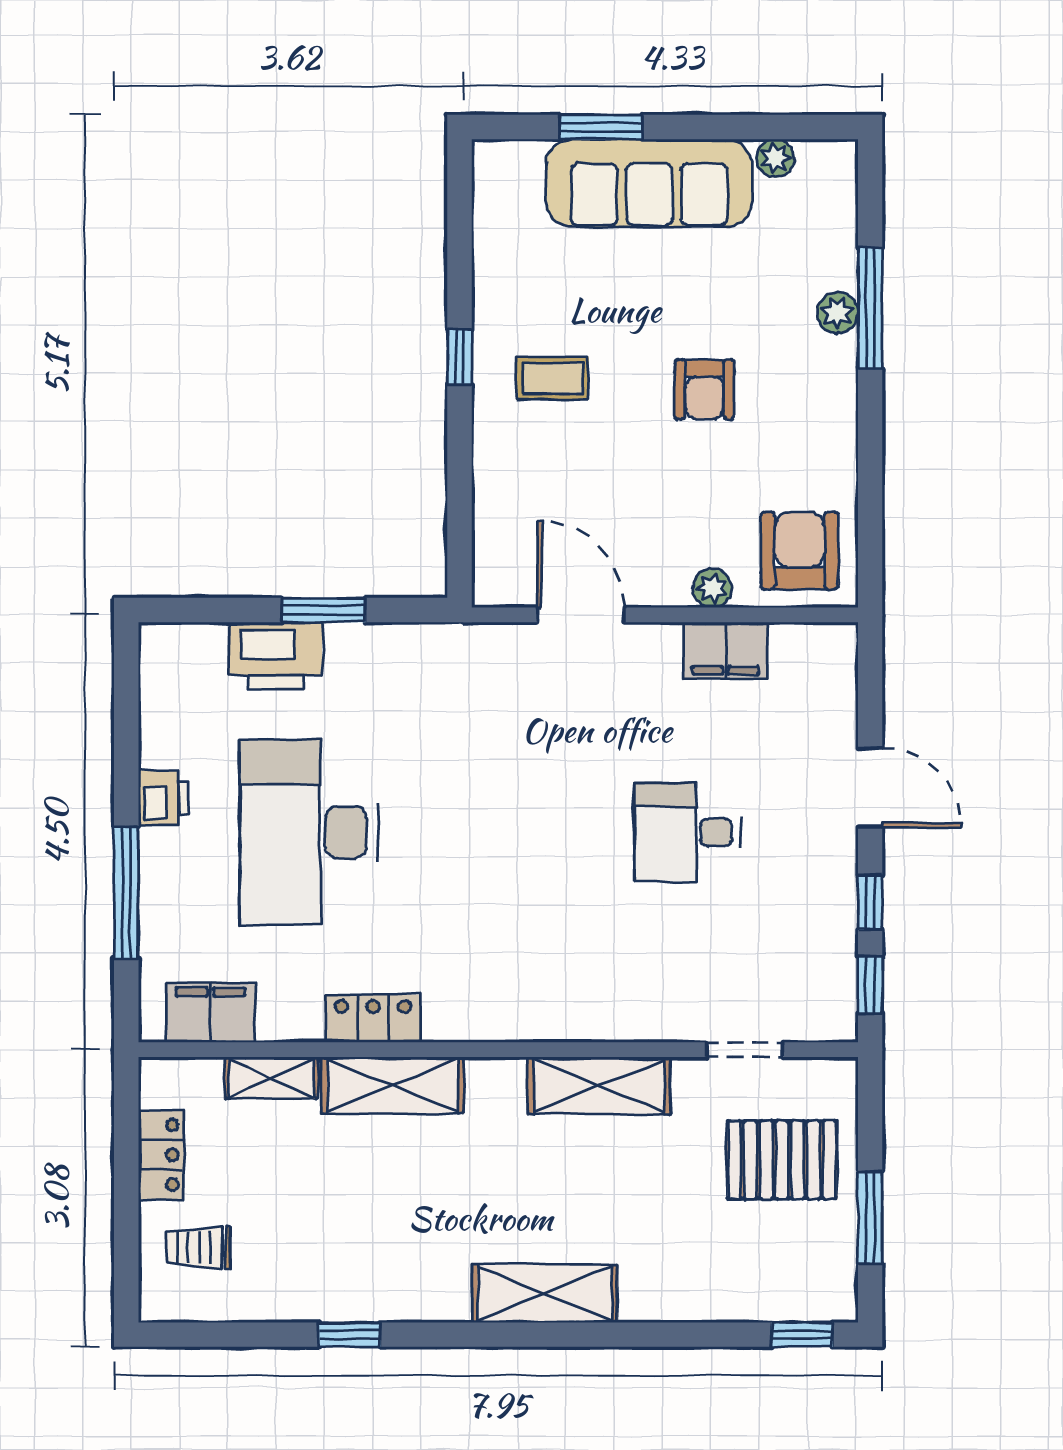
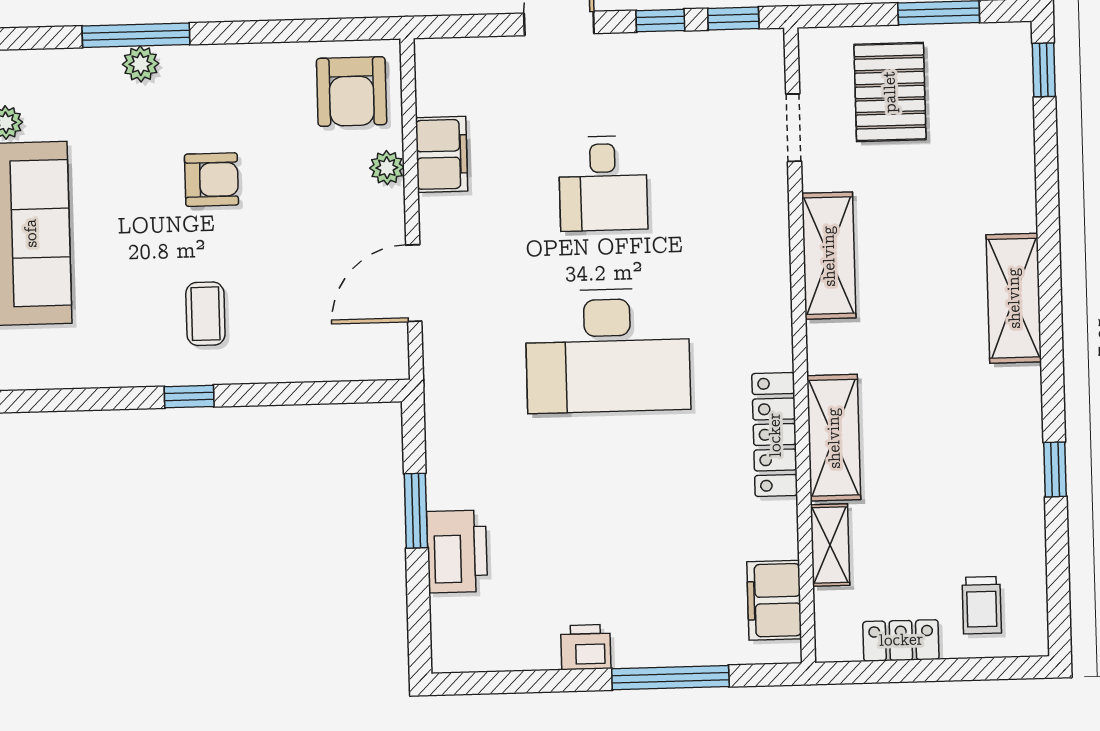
armchair: (800, 551) -> (352, 92), turned -90
desk: (309, 832) -> (608, 351), moved
locker: (373, 1019) -> (775, 435), width x1.53

